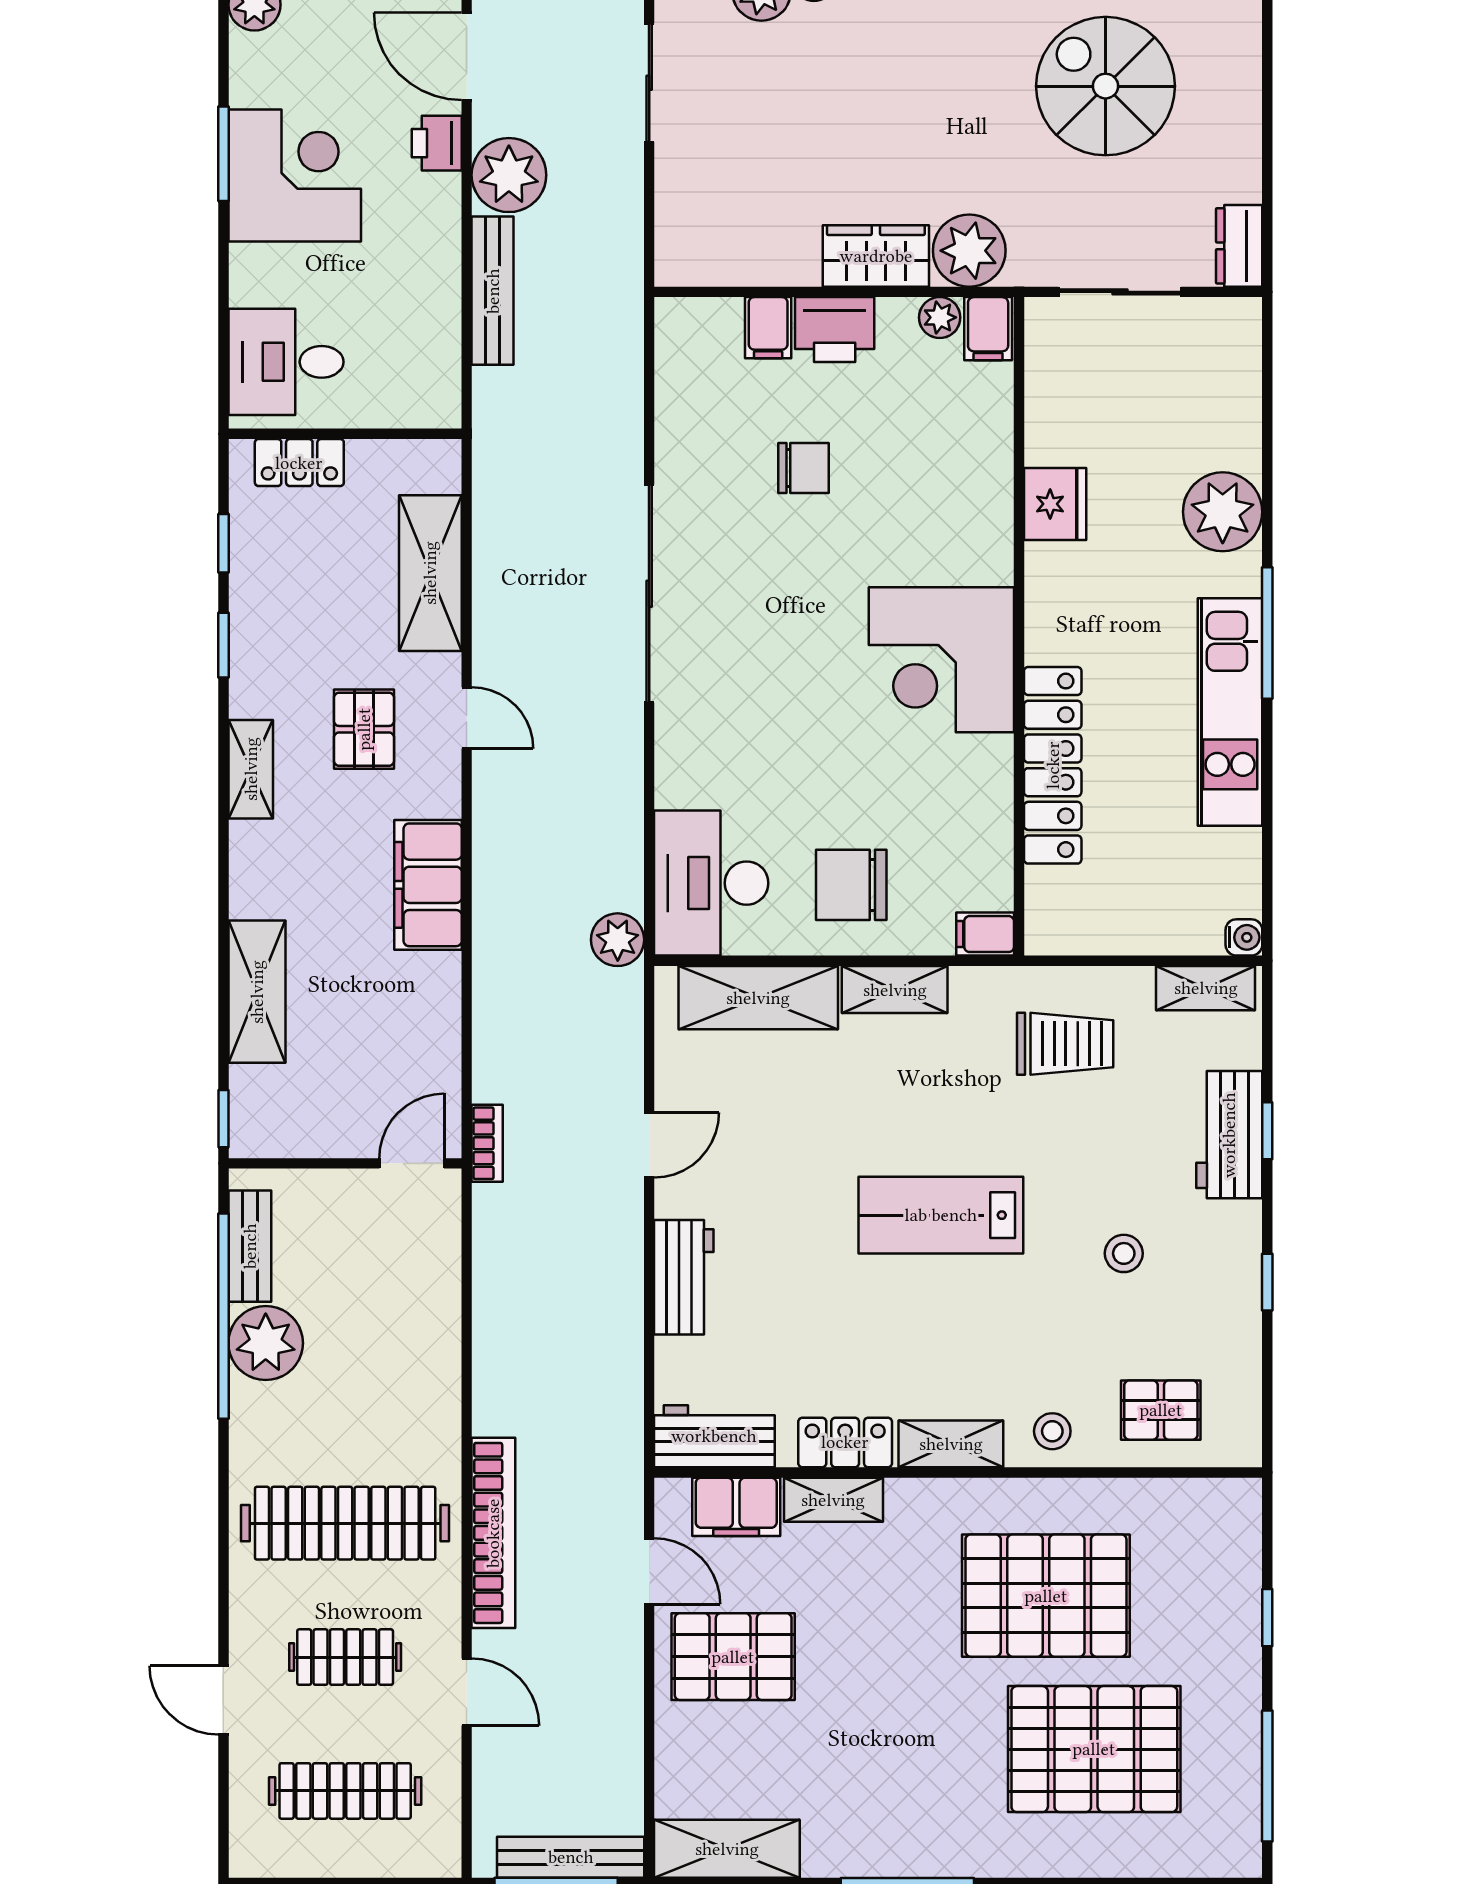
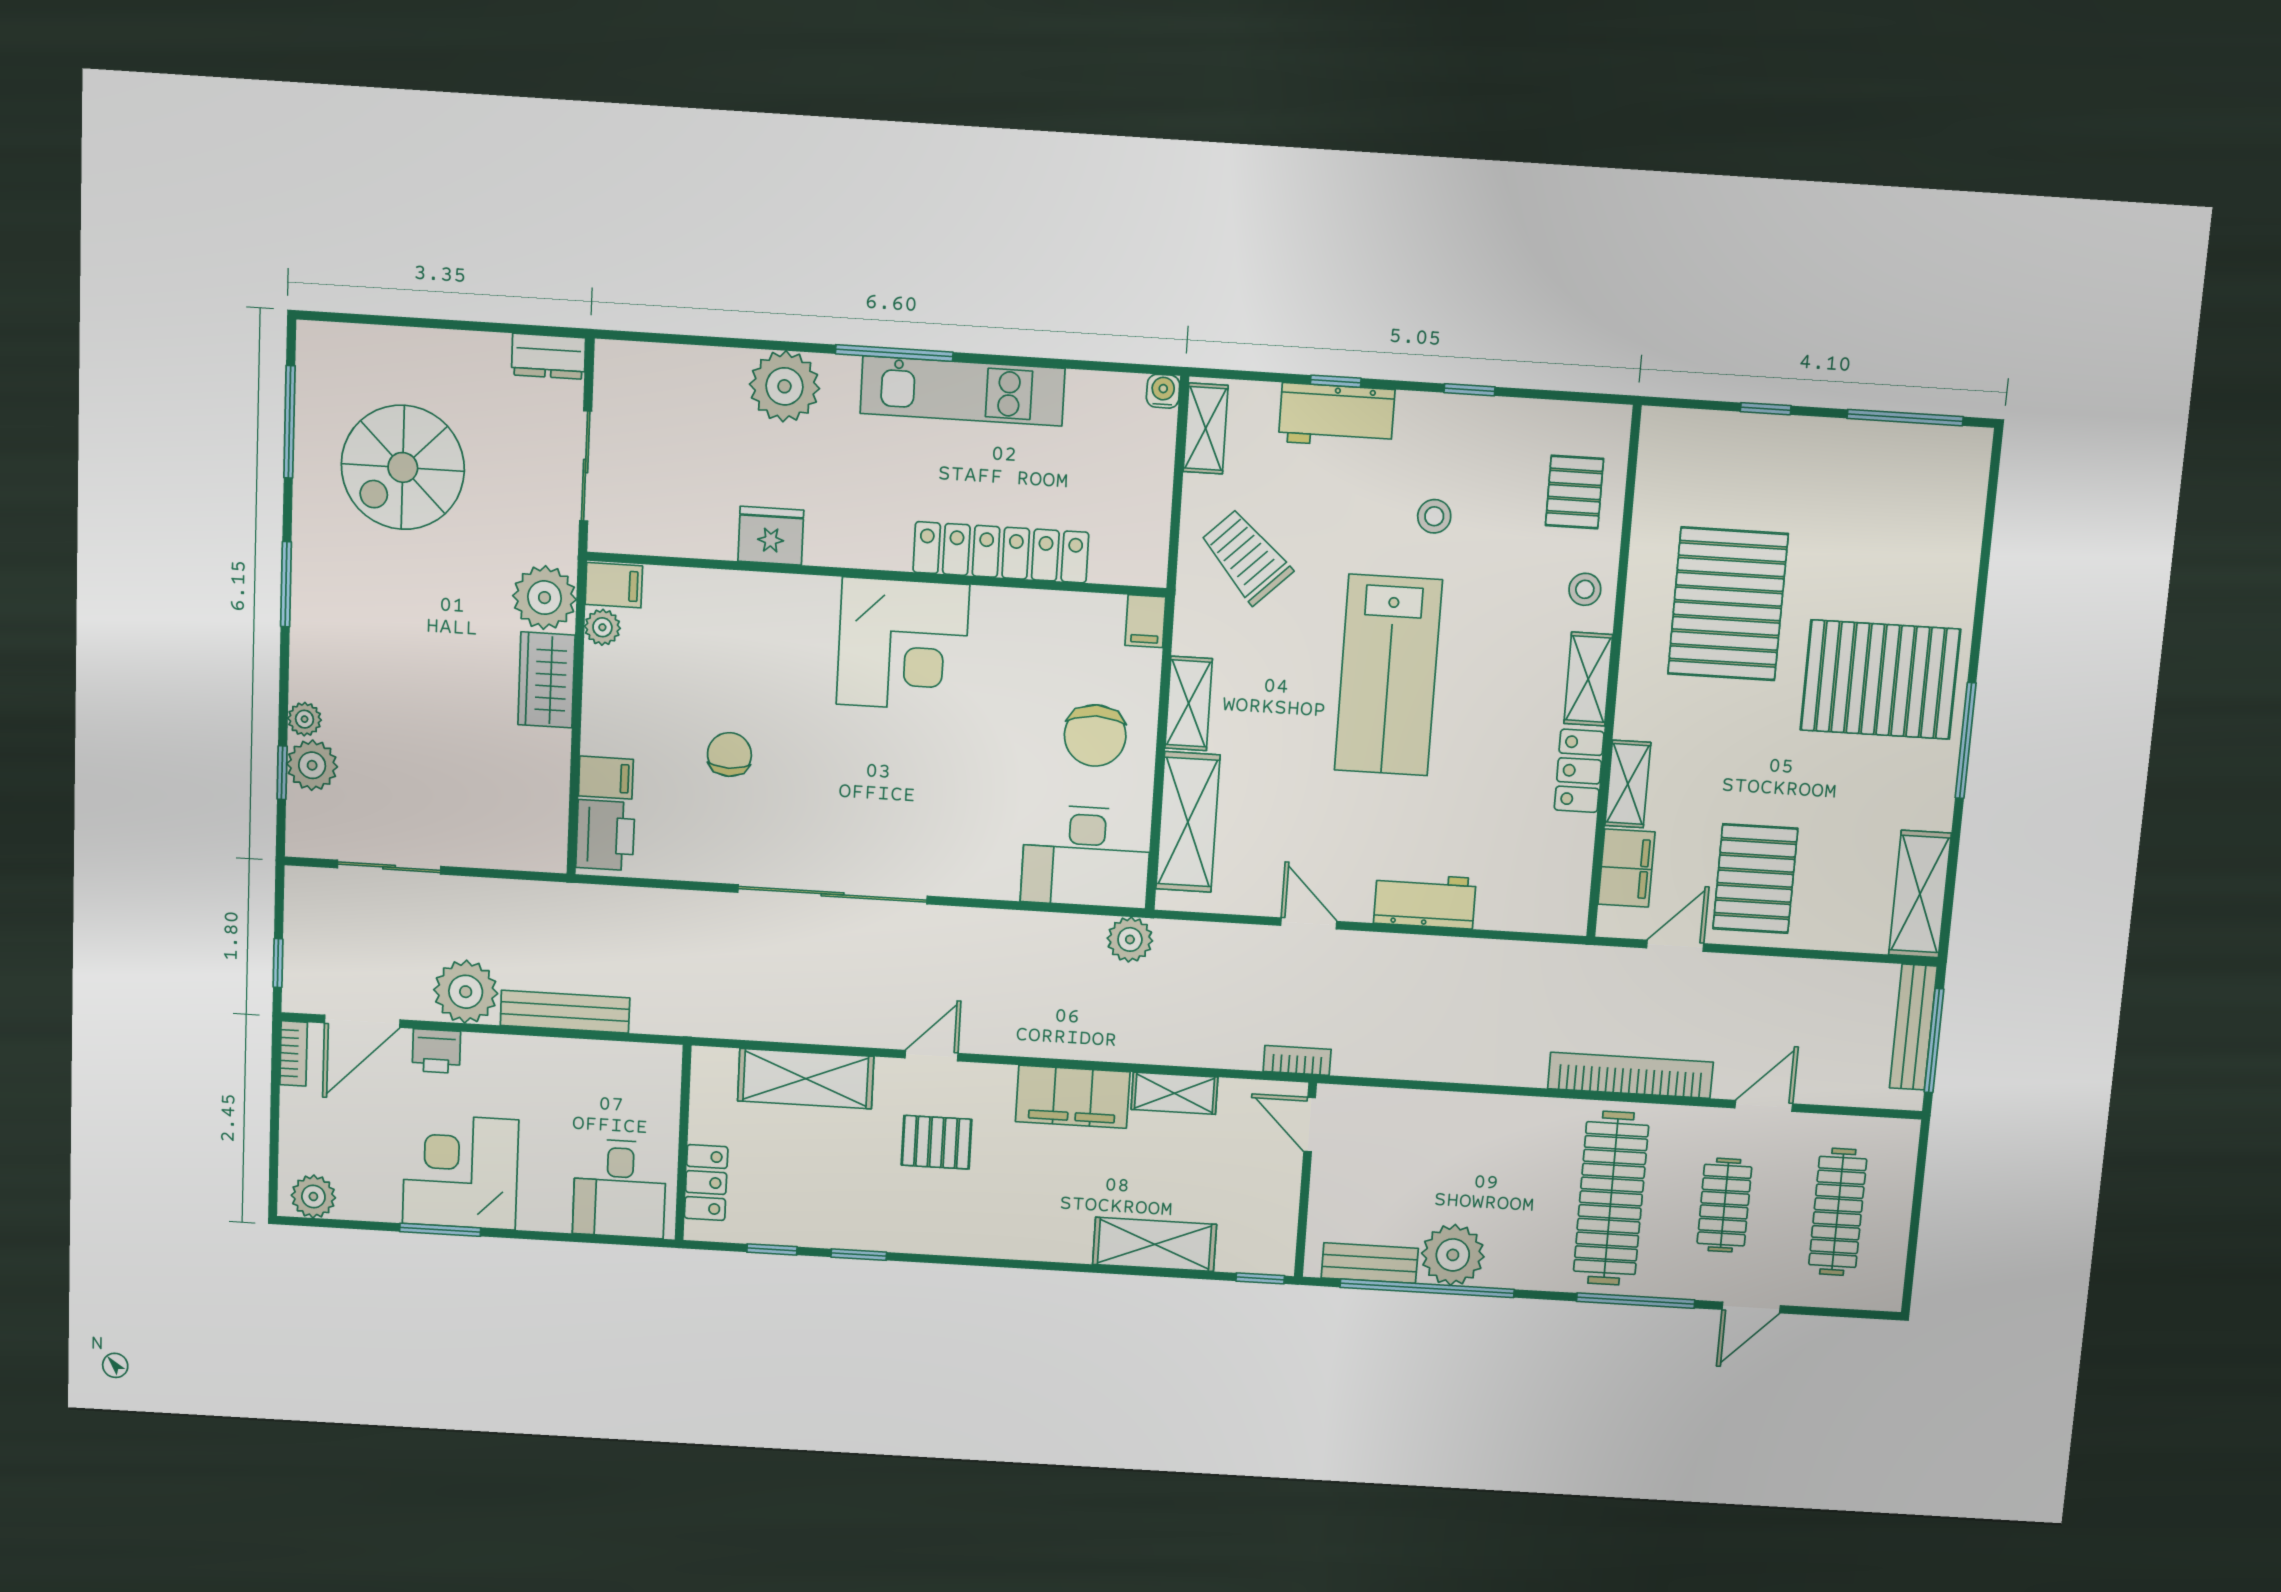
printer: (835, 330) -> (605, 835), moved
shelving: (251, 769) -> (1175, 1093), moved
trolley: (1065, 1044) -> (1246, 557), turned -44
lab bench: (941, 1215) -> (1388, 675), width x1.36, depth x1.39
workbench: (714, 1436) -> (1564, 883), removed
window: (223, 1563) -> (1636, 1301), added
pallet: (1094, 1749) -> (1880, 680), moved, turned 90

